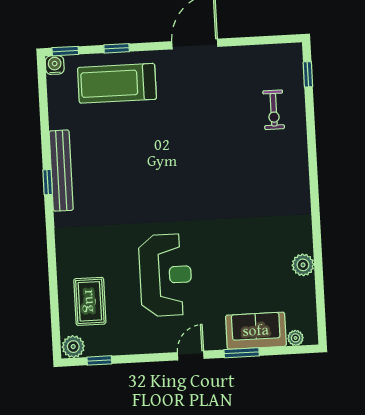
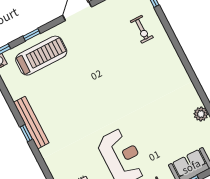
treadmill: (117, 83) -> (41, 56), turned 180

